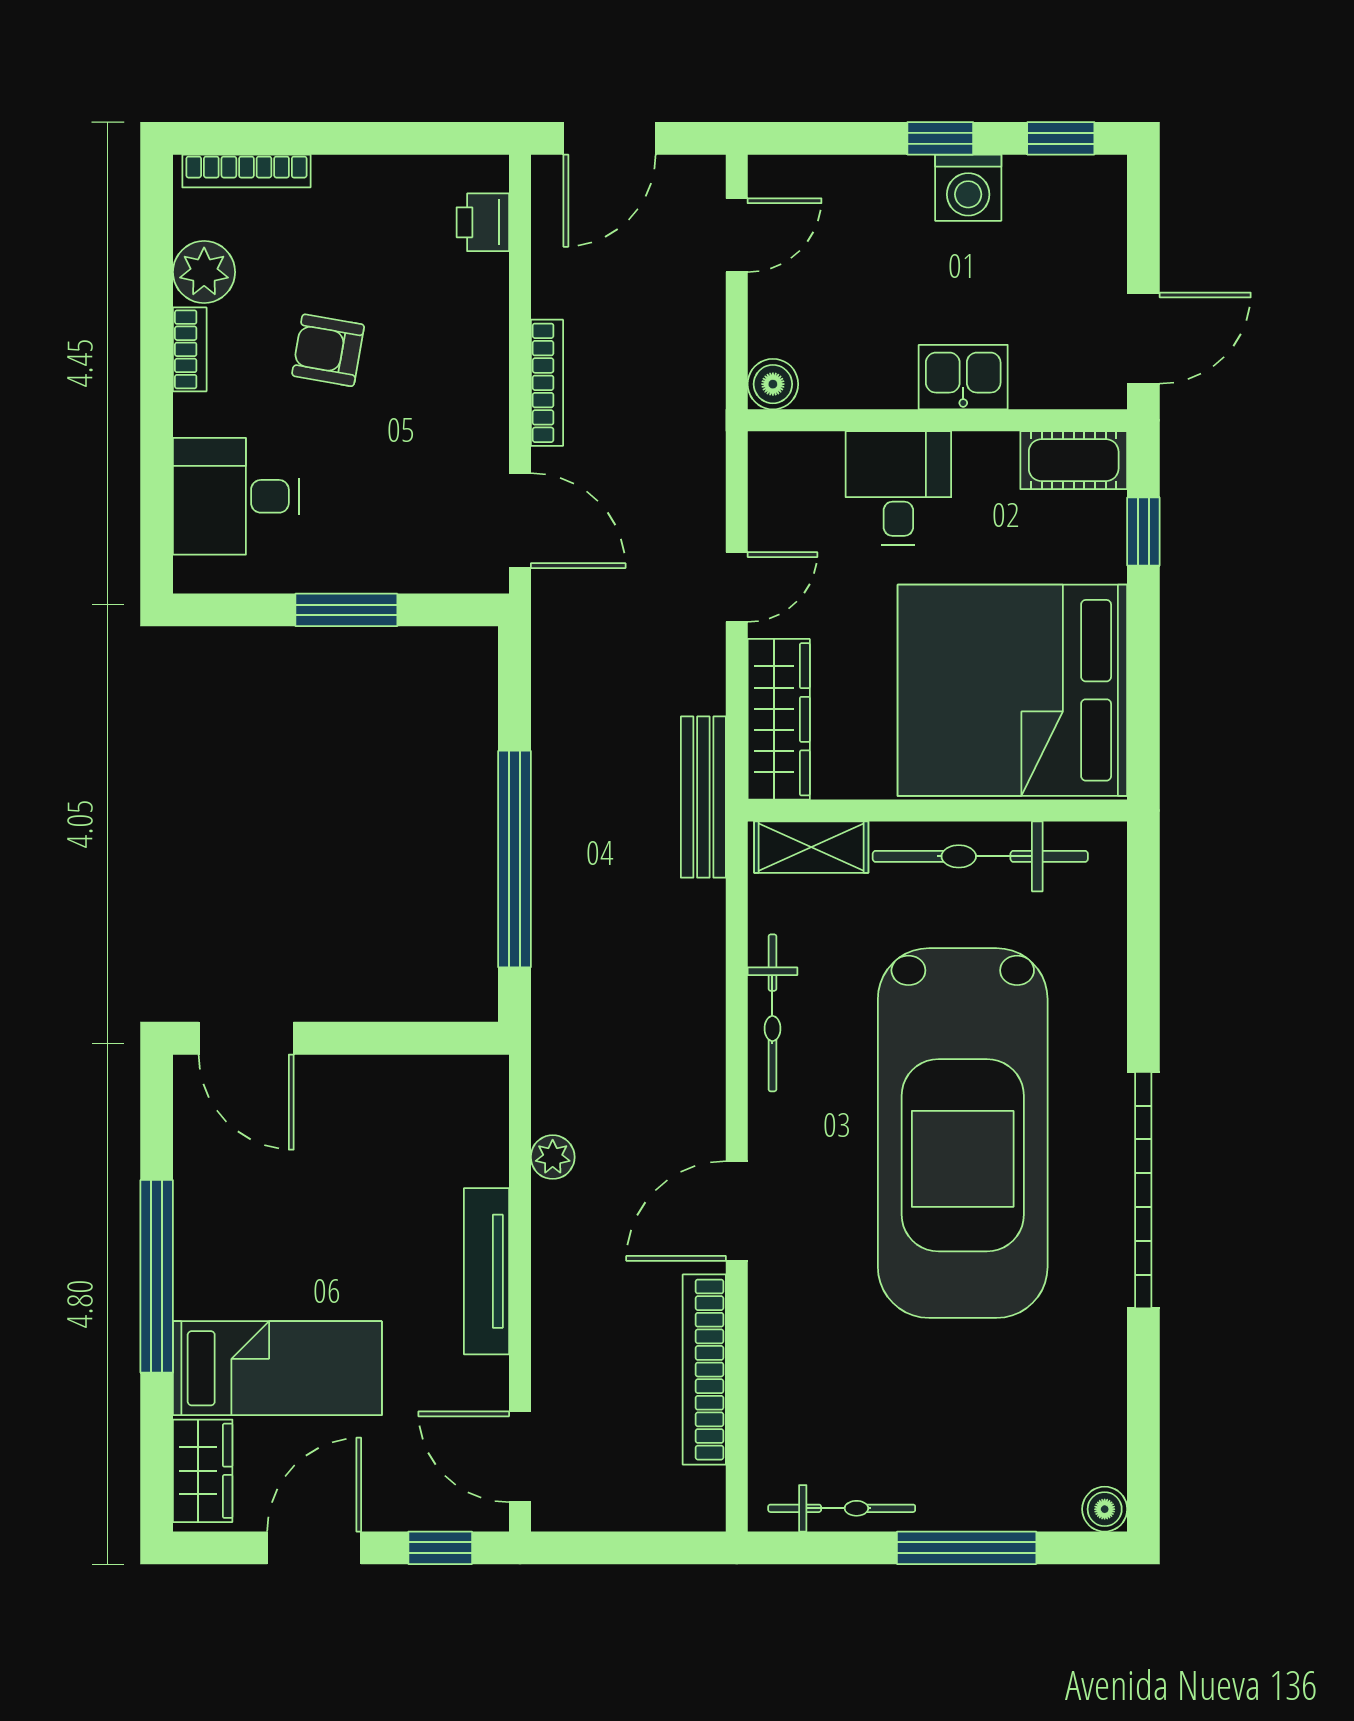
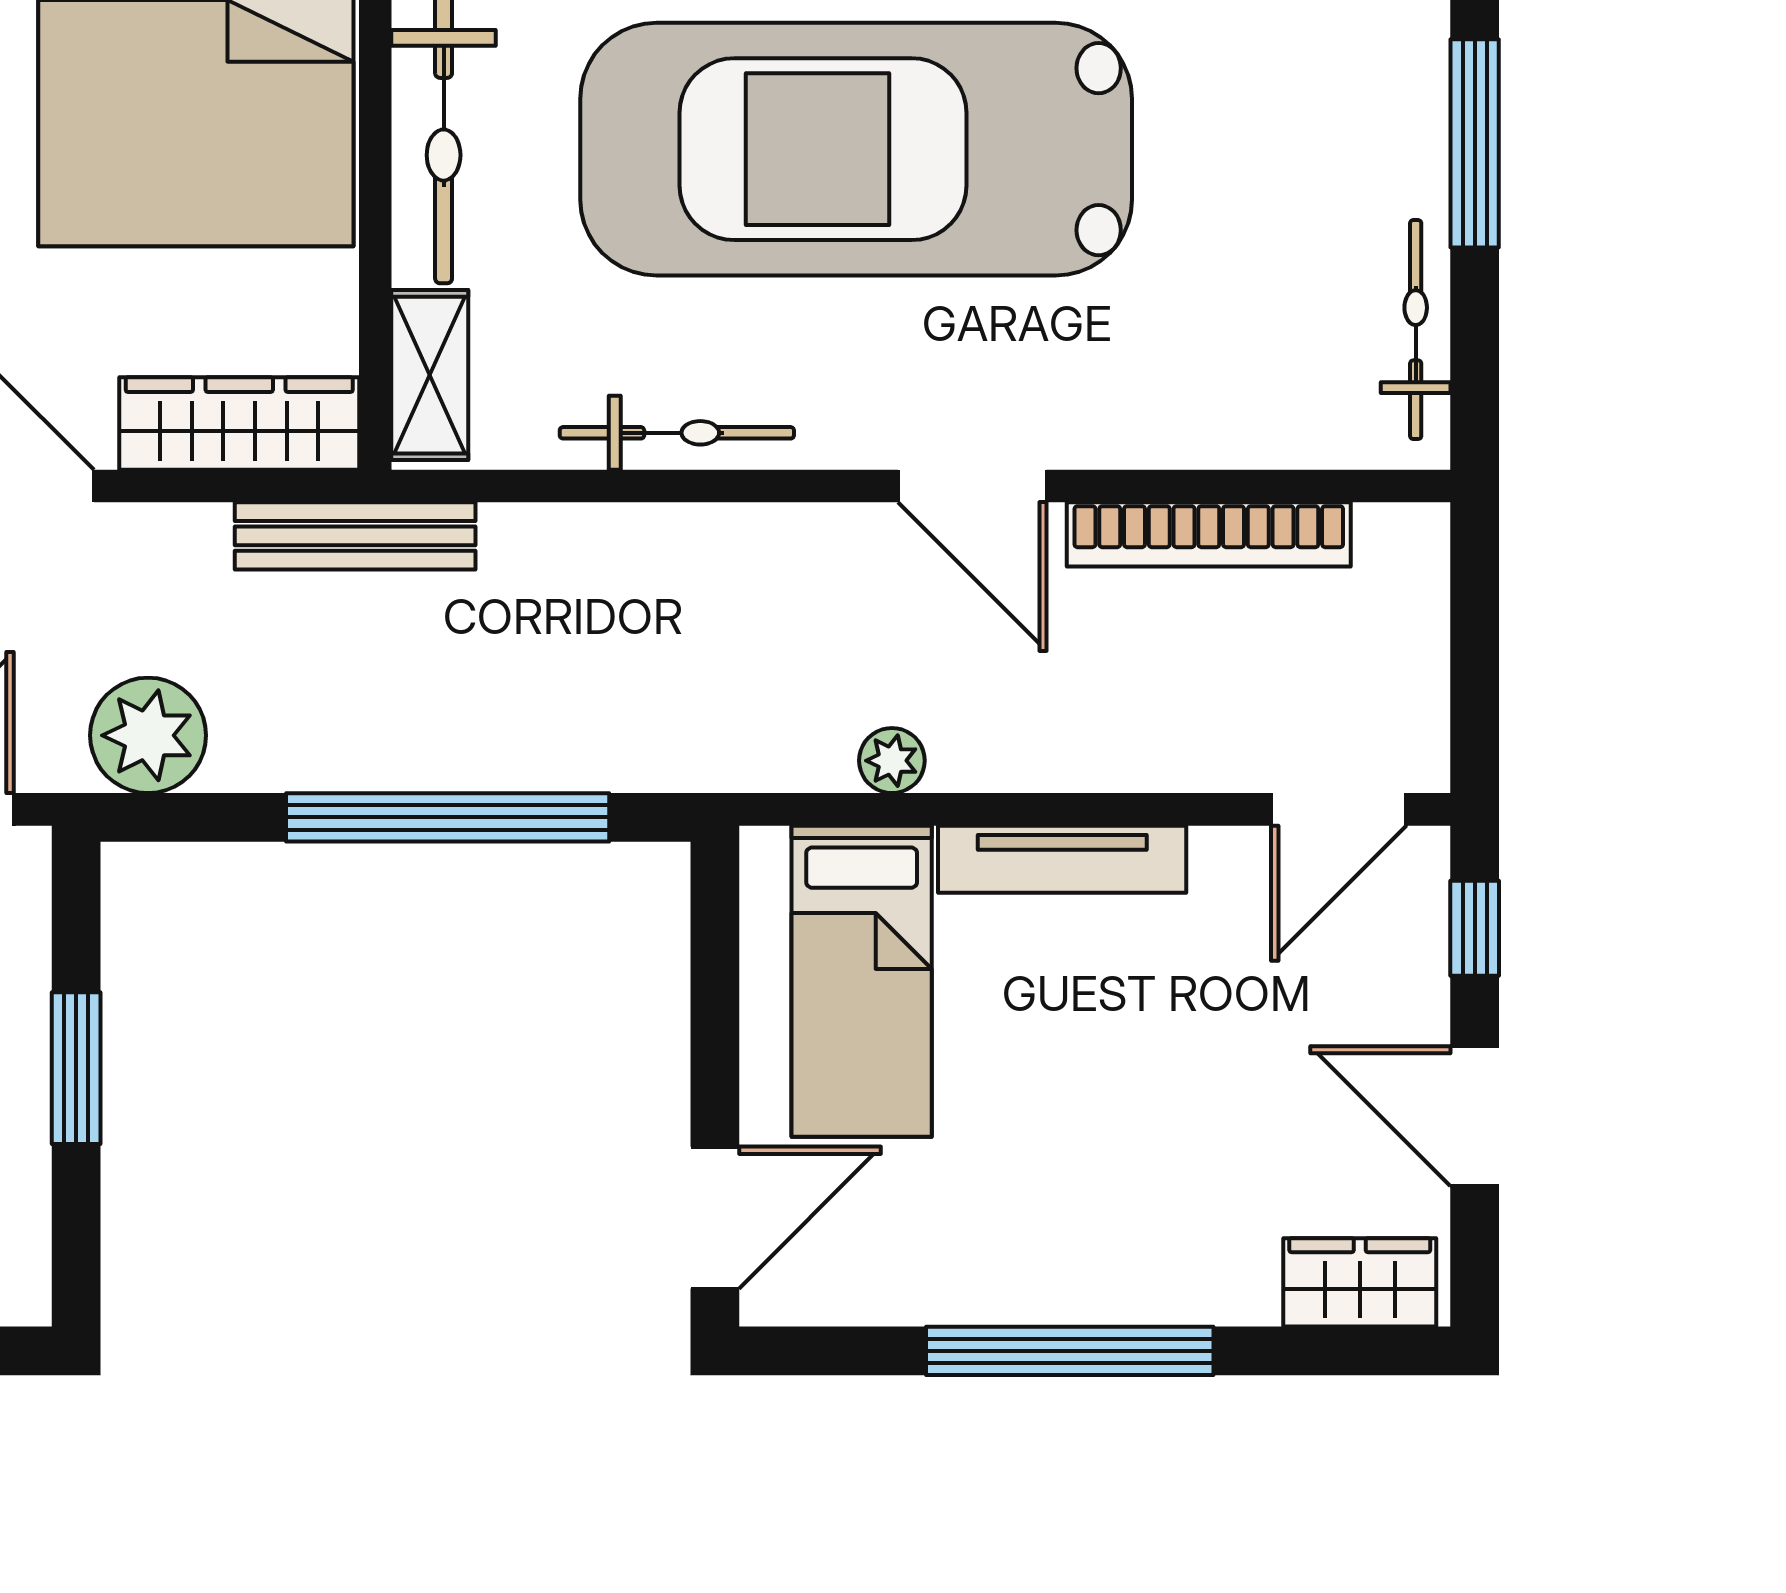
plant: (570, 658) -> (148, 735), added
car: (963, 1133) -> (856, 149), turned 180
bed: (277, 1368) -> (862, 981), moved, turned 180

